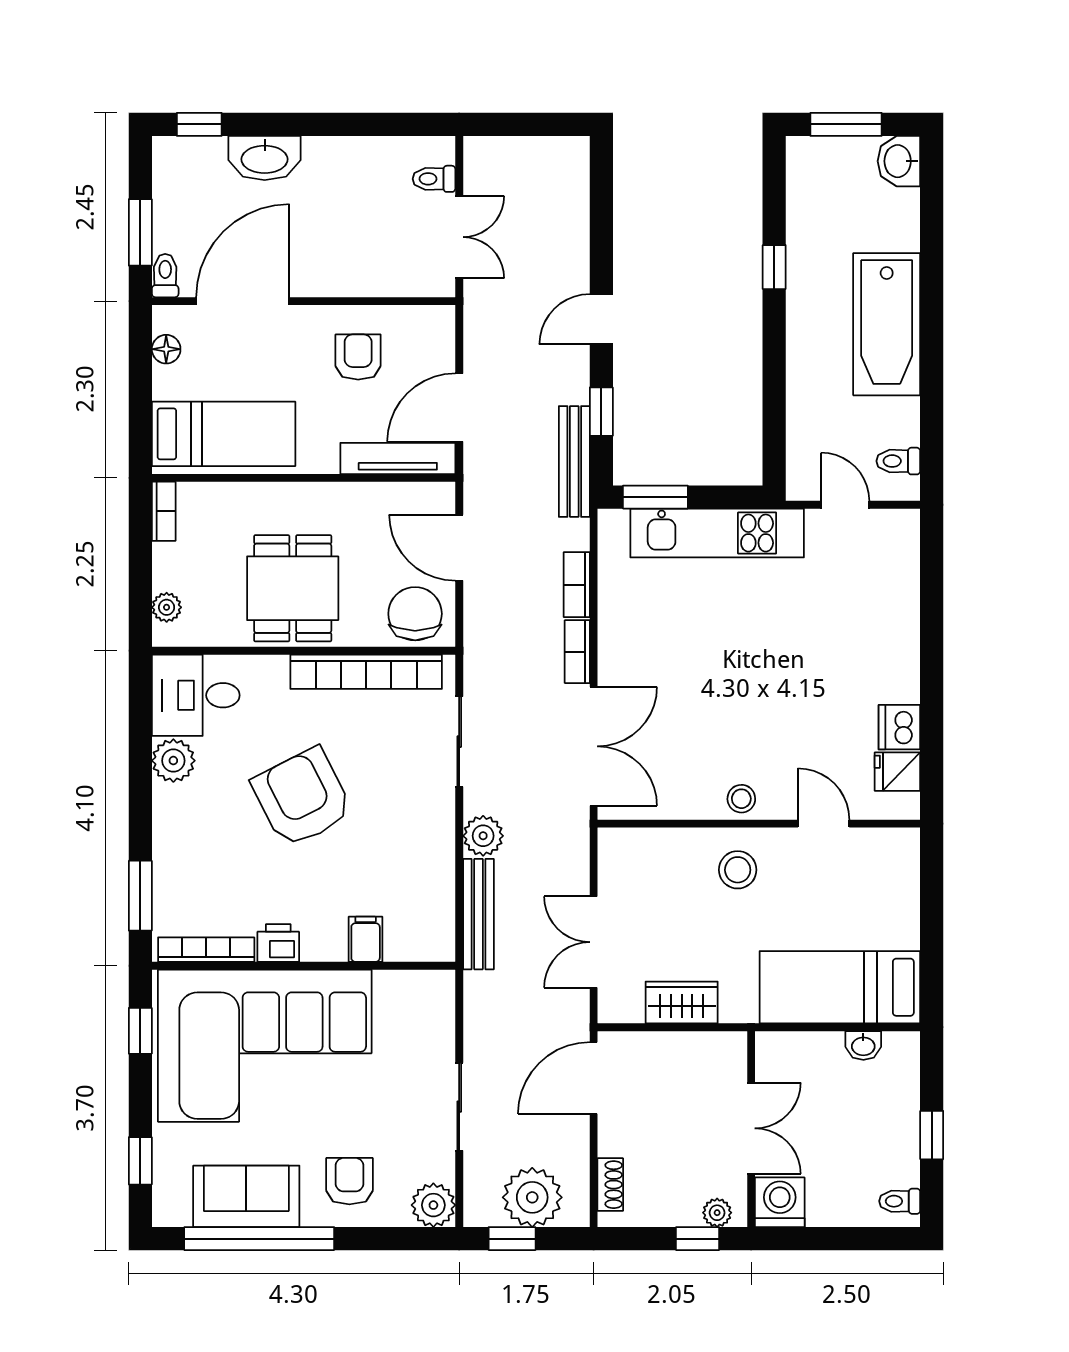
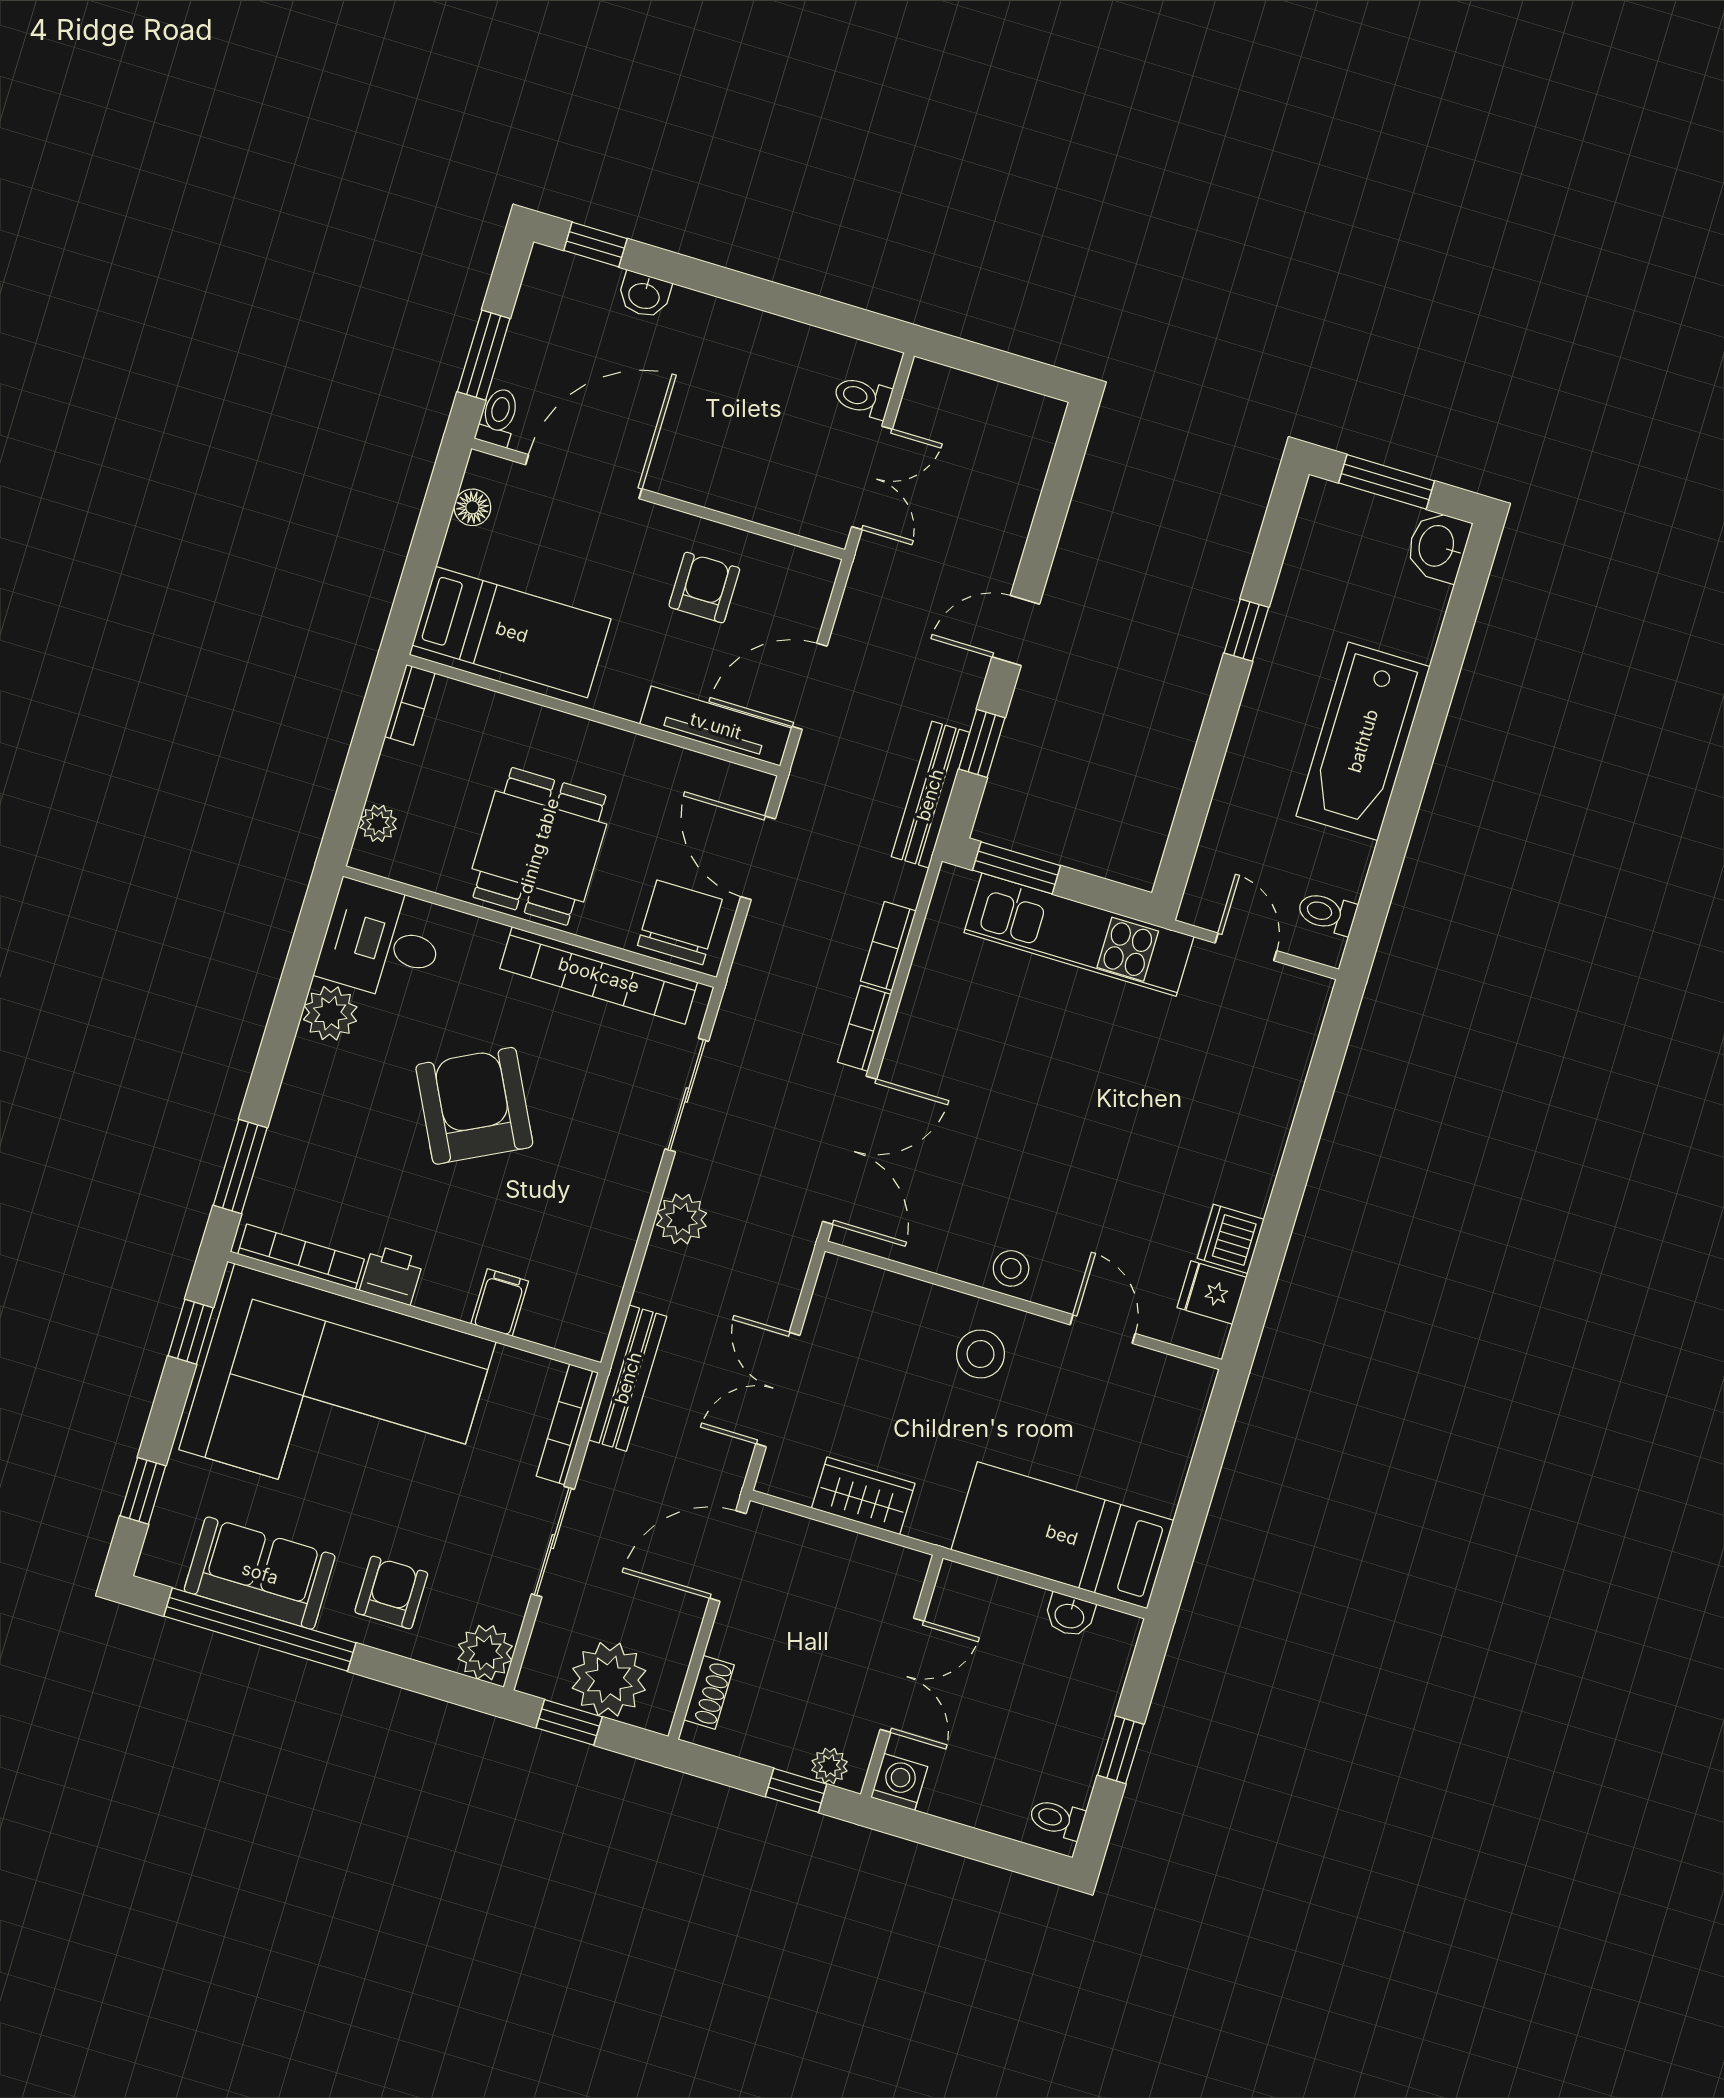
washbasin: (265, 158) -> (644, 295), width x0.52, depth x0.69
bench: (478, 914) -> (628, 1378), moved
bookcase: (444, 1015) -> (567, 1424), added
washing machine: (780, 1202) -> (899, 1782), width x0.73, depth x0.73

